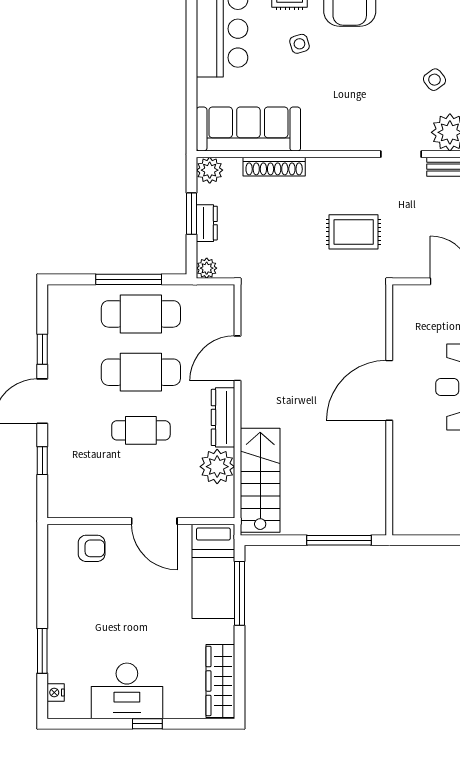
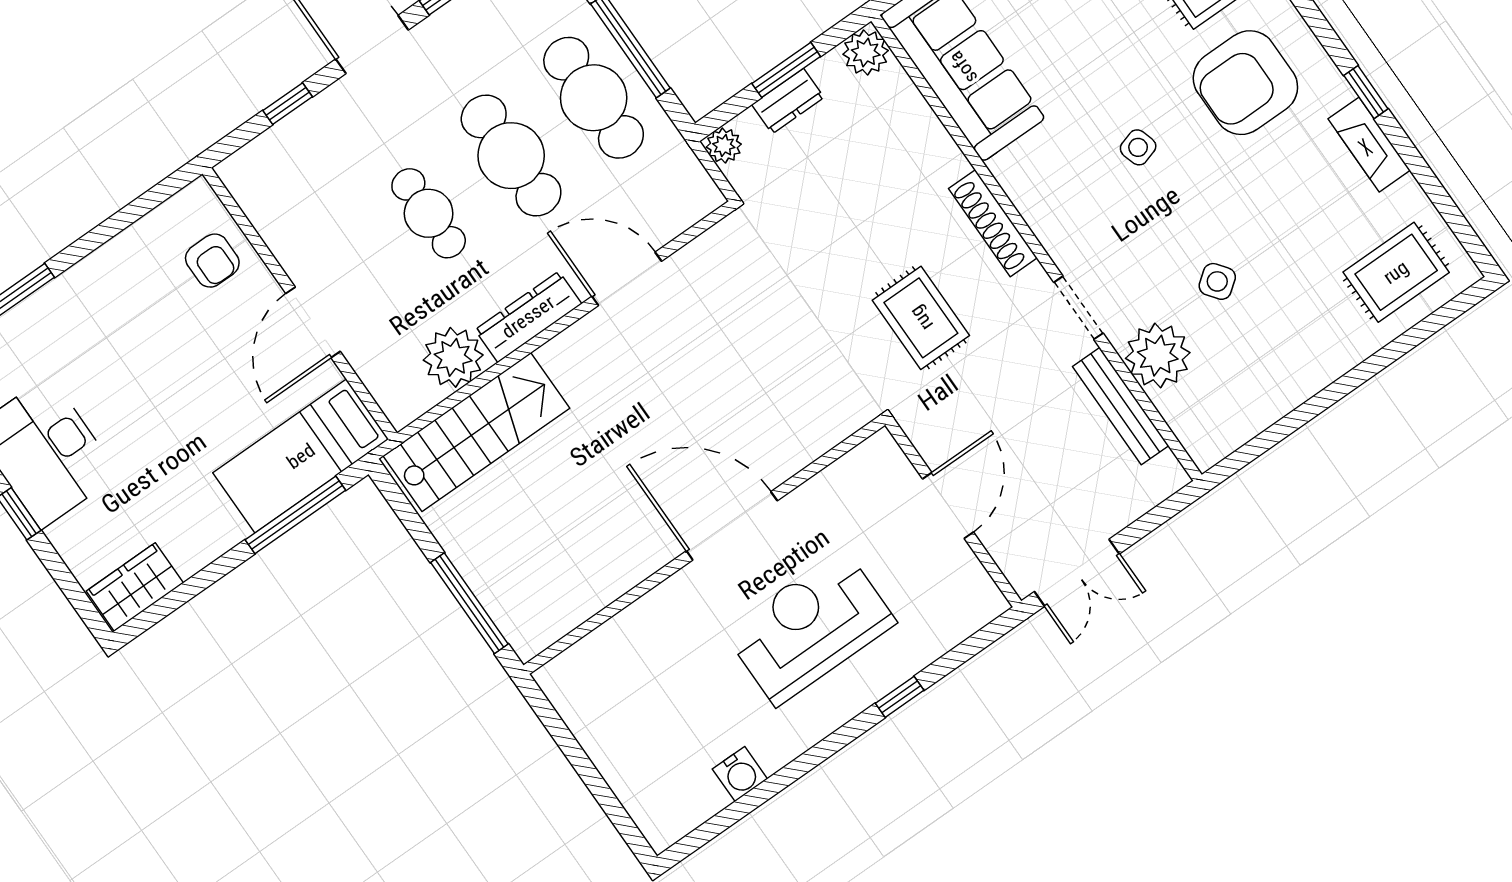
side table: (299, 44) -> (1138, 147), moved
shoe rack: (274, 167) -> (993, 223), moved
wardrobe: (220, 681) -> (135, 587), width x0.67

